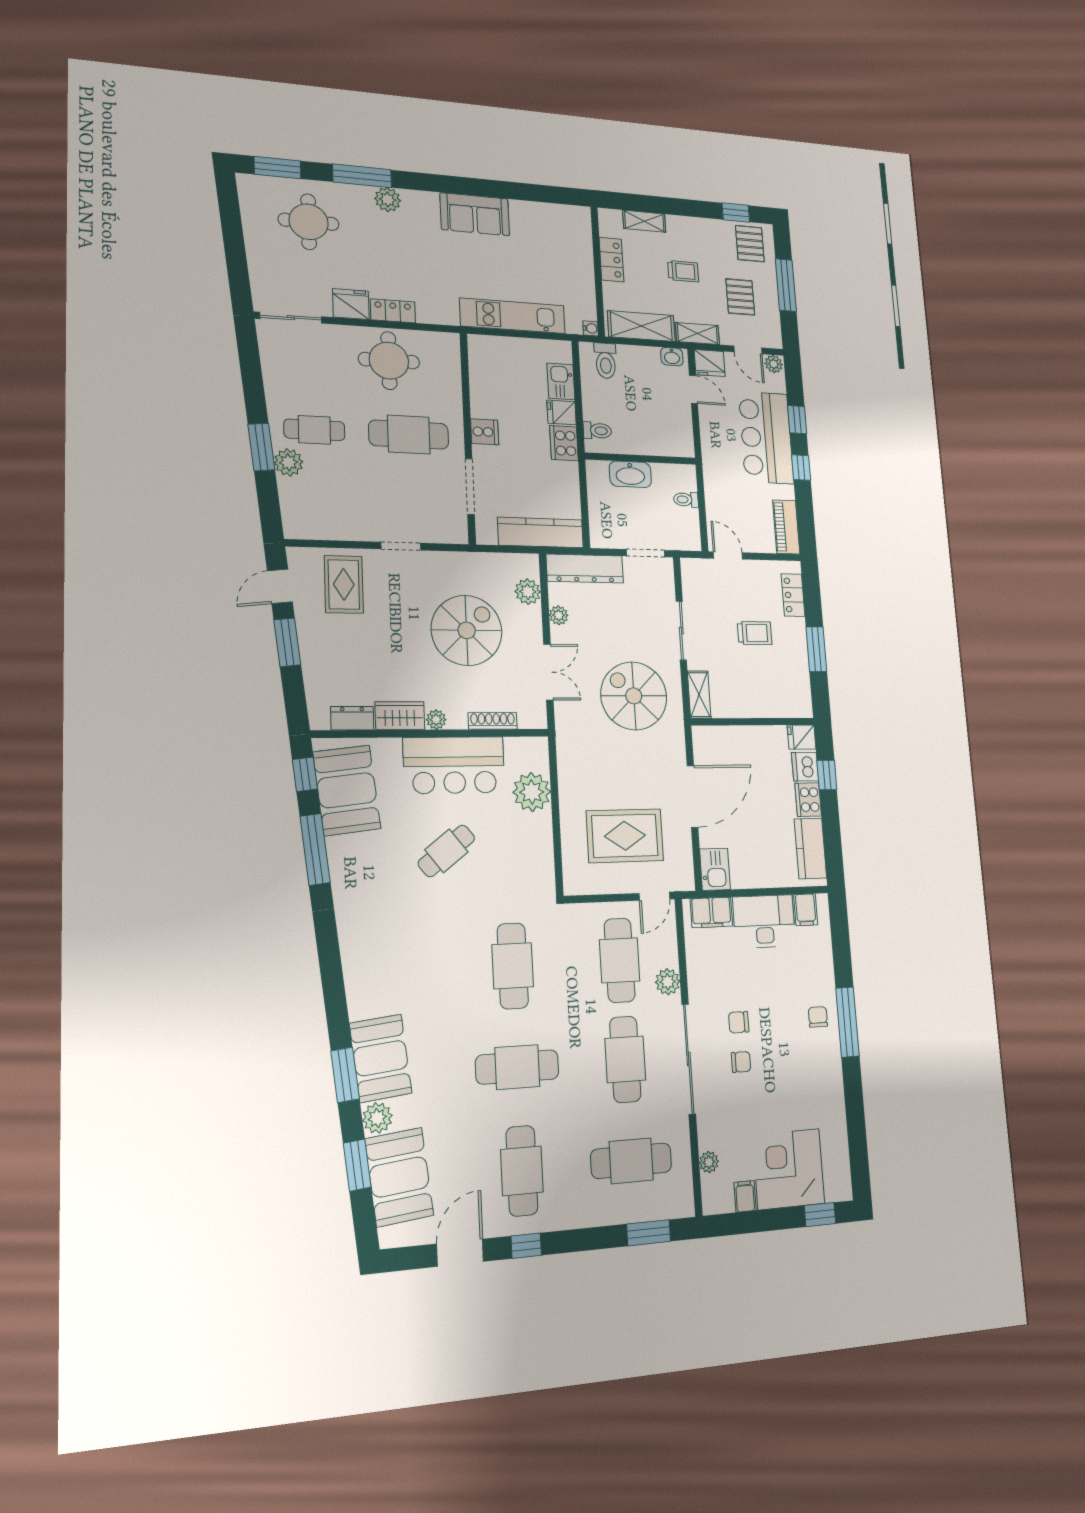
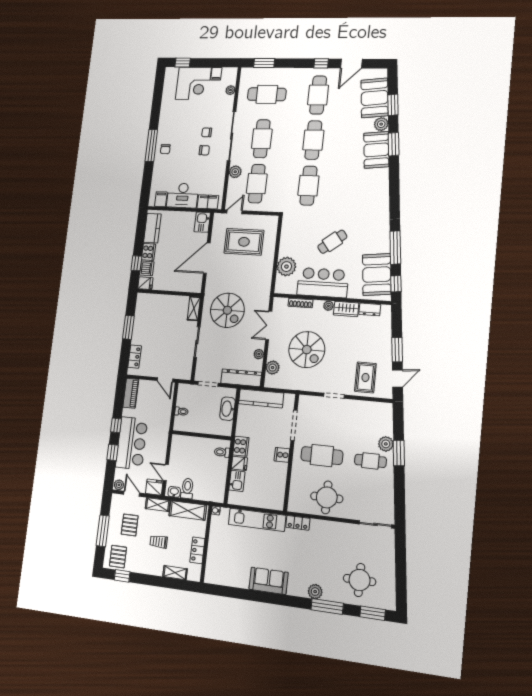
fridge: (351, 304) -> (343, 531), removed
locker: (393, 311) -> (298, 523), moved
toilet: (606, 361) -> (187, 489), moved
washbasin: (630, 474) -> (228, 409), moved, turned -90
spiral stairs: (467, 630) -> (307, 350), turned -90
trolley: (755, 633) -> (159, 338), removed
cafe table: (517, 1067) -> (313, 140), turned 90

